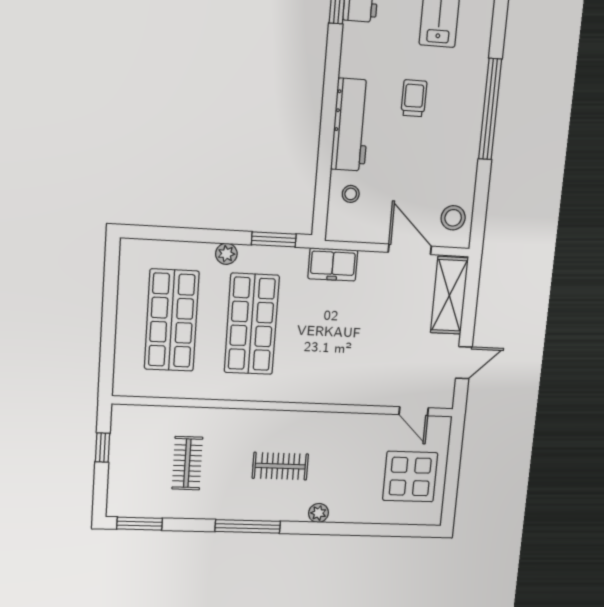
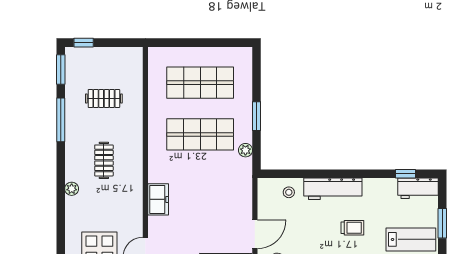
window: (274, 239) -> (257, 116), moved
plant: (226, 254) -> (245, 150), moved
freezer: (333, 264) -> (158, 199), moved, turned 180
window: (103, 447) -> (84, 43), moved
window: (248, 526) -> (61, 120), moved

